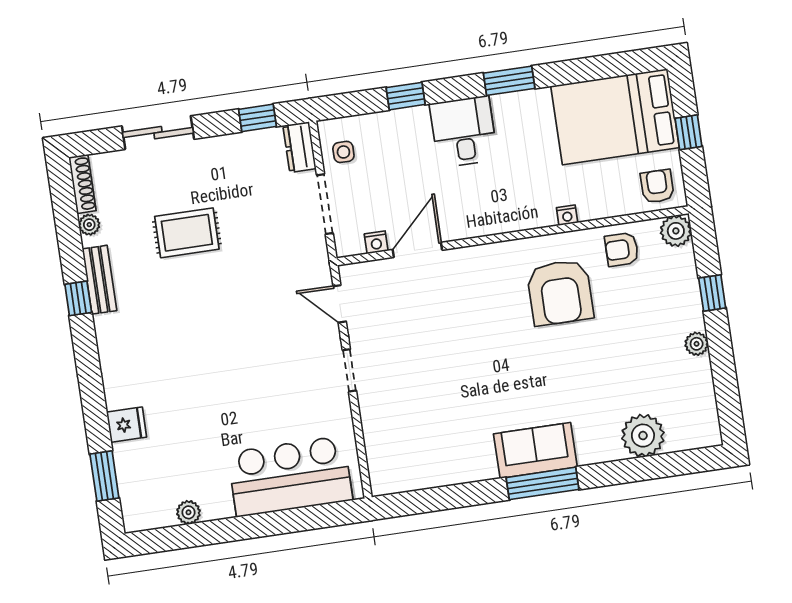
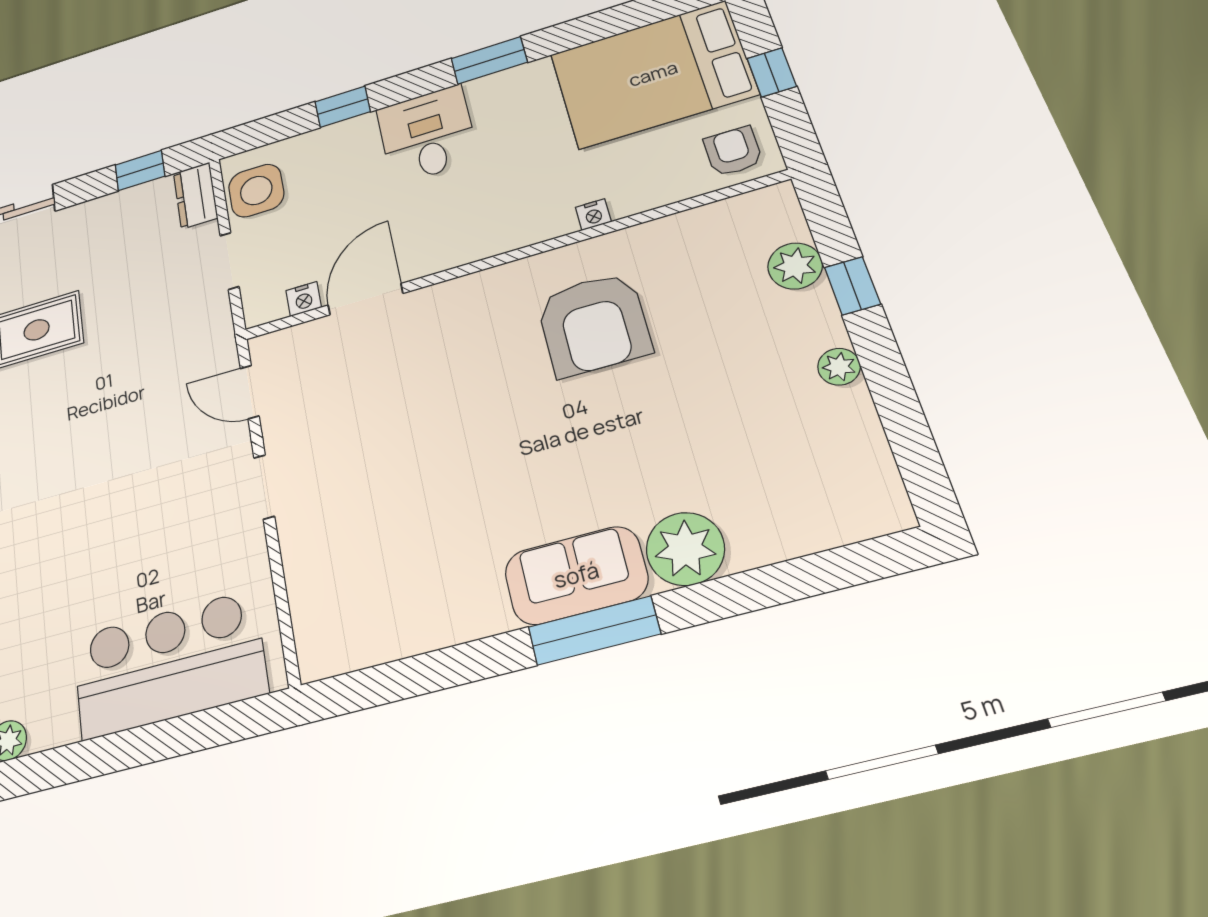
side table: (343, 152) -> (256, 191), width x1.87, depth x1.87
doorway: (325, 204) -> (230, 261), width x0.73
plant: (676, 231) -> (795, 266), moved
armchair: (622, 249) -> (687, 247), removed
plant: (643, 436) -> (685, 549), moved

